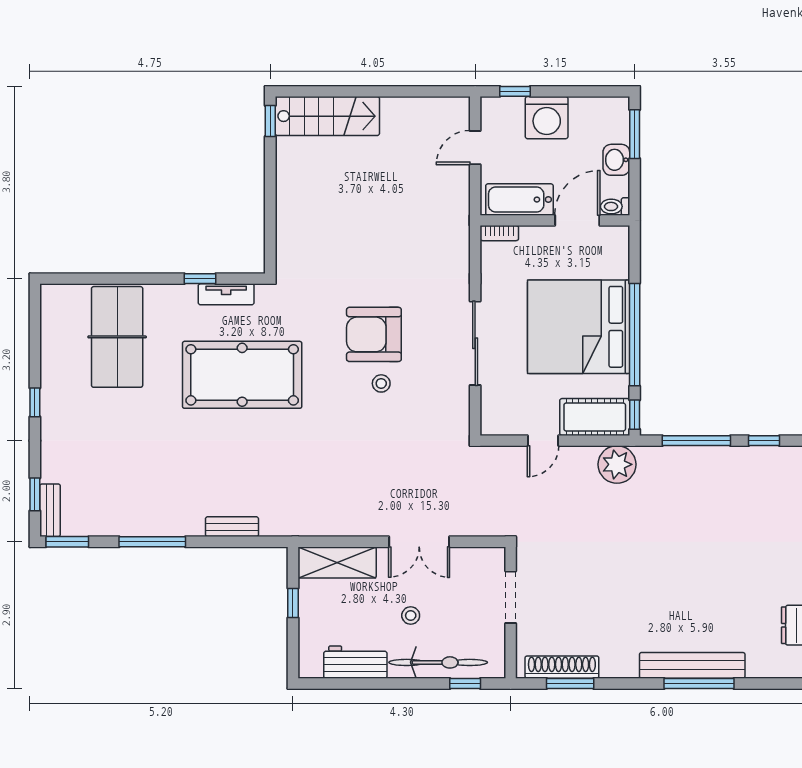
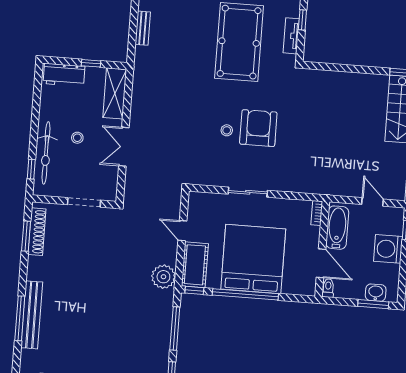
washbasin: (616, 160) -> (376, 293), moved
sliding door: (475, 343) -> (248, 192), width x0.73
workbench: (355, 662) -> (64, 75), moved, turned 90

